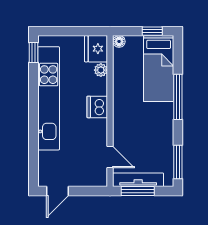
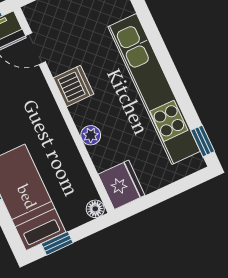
plant: (101, 70) -> (91, 135), moved
dishwasher: (97, 107) -> (74, 86), moved

